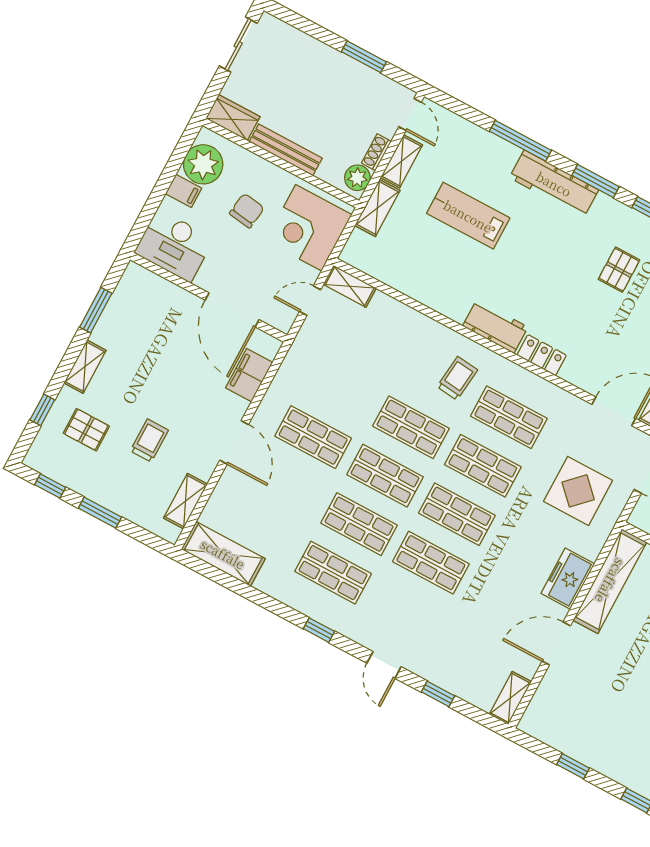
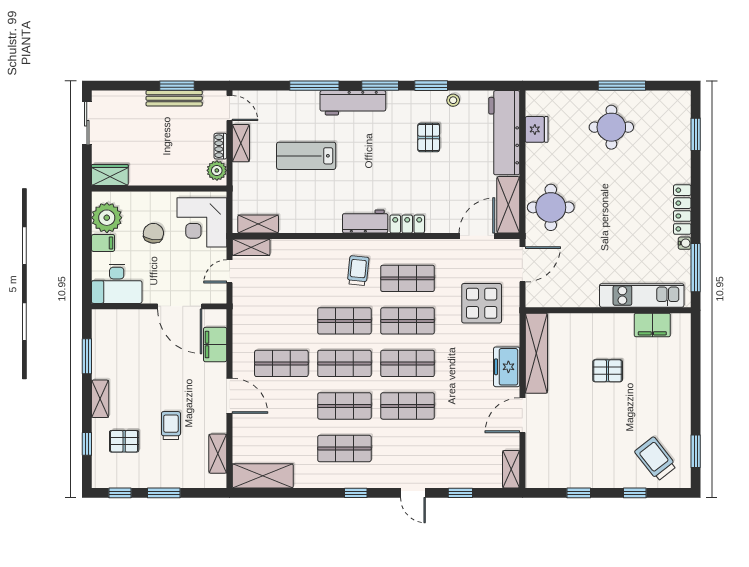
bench: (286, 150) -> (174, 98), moved
shelving: (377, 208) -> (258, 224), moved, turned 90

